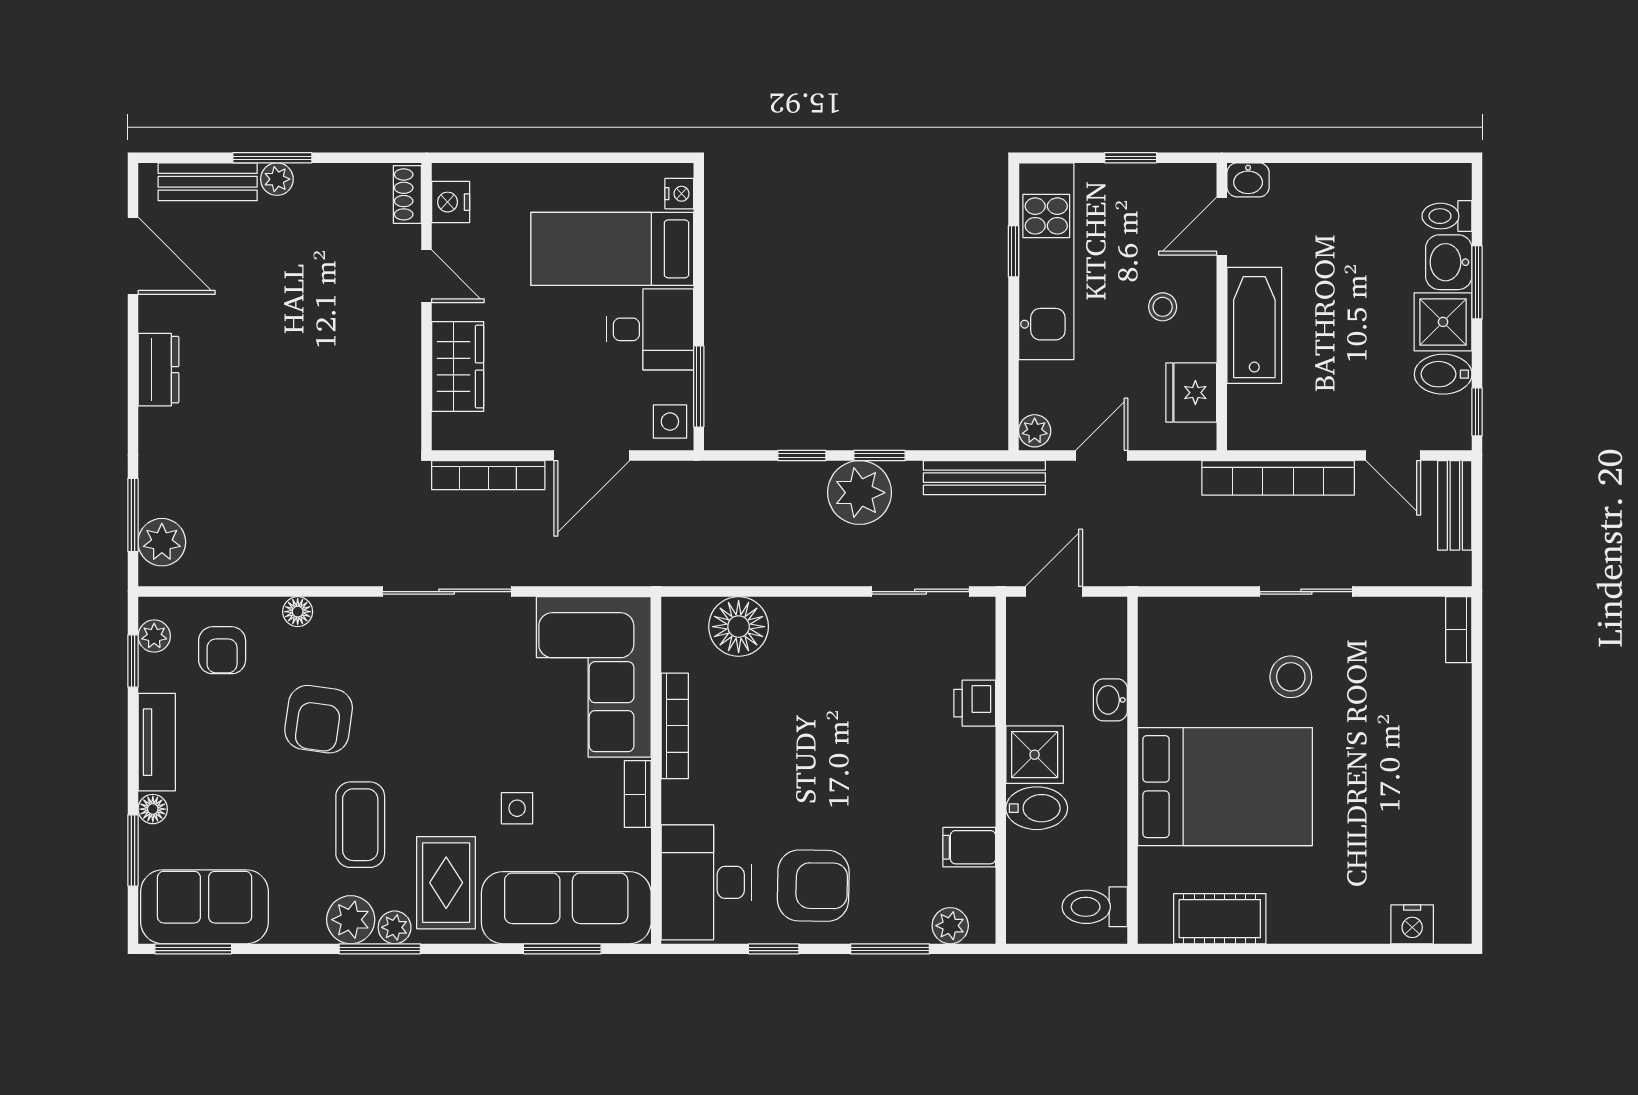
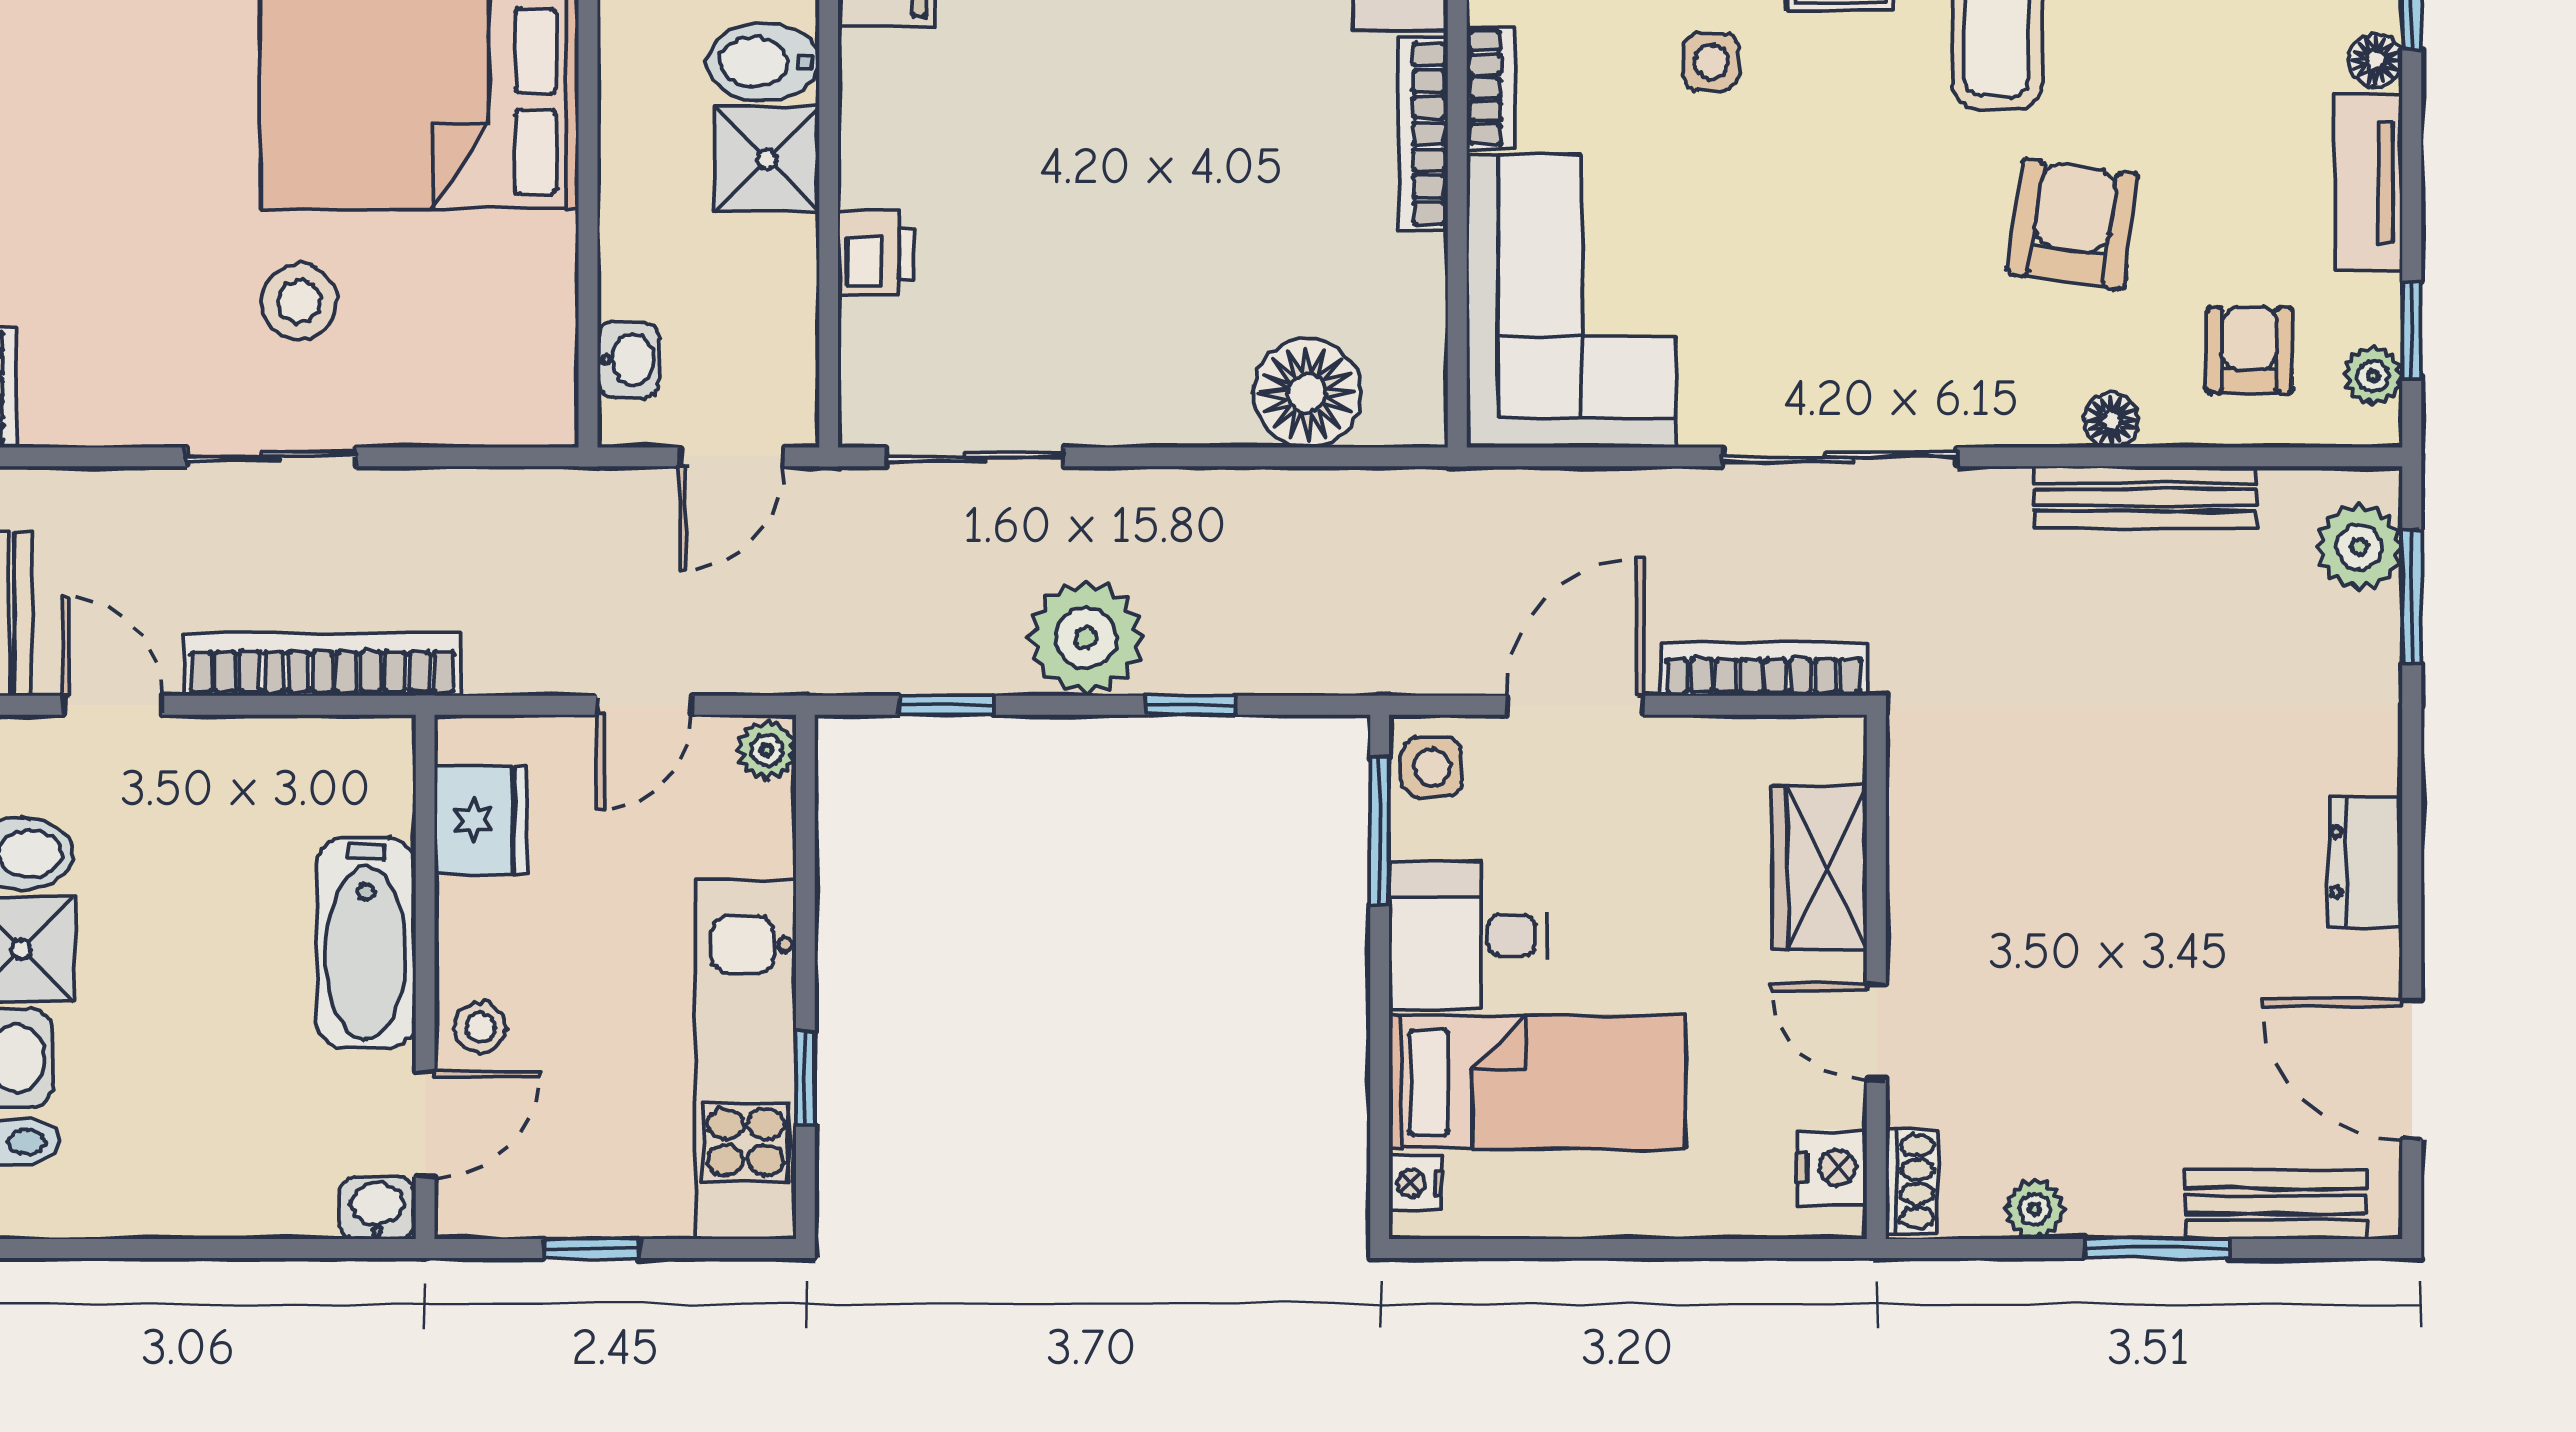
plant: (277, 179) -> (2035, 1209), moved
stool: (1163, 307) -> (480, 1027), moved
window: (879, 455) -> (946, 705), moved
bench: (984, 478) -> (2145, 497), moved
washbasin: (1110, 700) -> (628, 360), moved
bookcase: (675, 726) -> (1423, 134), moved

